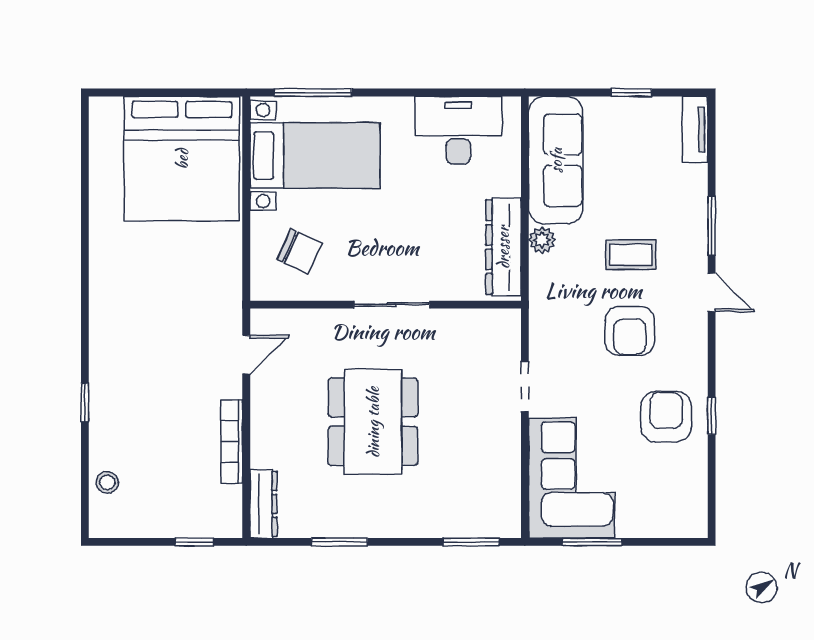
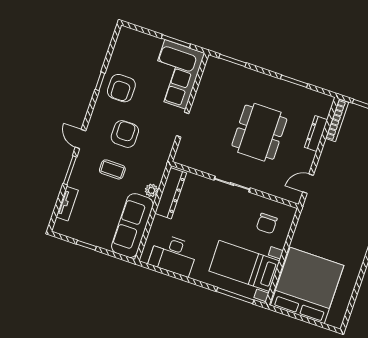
tv unit: (695, 129) -> (67, 204), moved
chair: (300, 251) -> (267, 223), turned -115
bookcase: (232, 442) -> (337, 120), moved
dresser: (263, 504) -> (316, 133), moved

